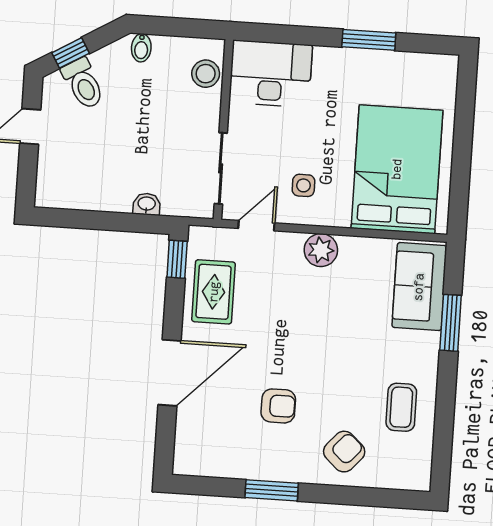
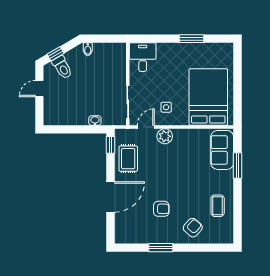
stool: (206, 74) -> (118, 59), removed
desk: (271, 74) -> (143, 57), width x0.73
plant: (321, 250) -> (165, 136), moved

